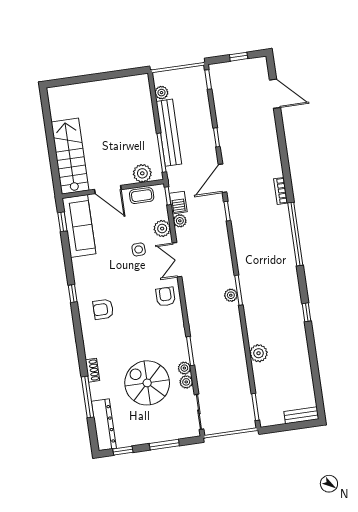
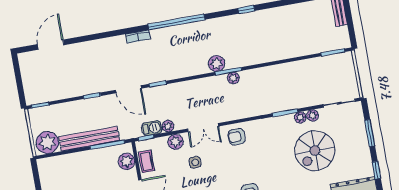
window: (239, 57) -> (19, 79), removed
plant: (161, 93) -> (47, 143), width x1.87, depth x1.87
plant: (259, 353) -> (217, 64), moved

